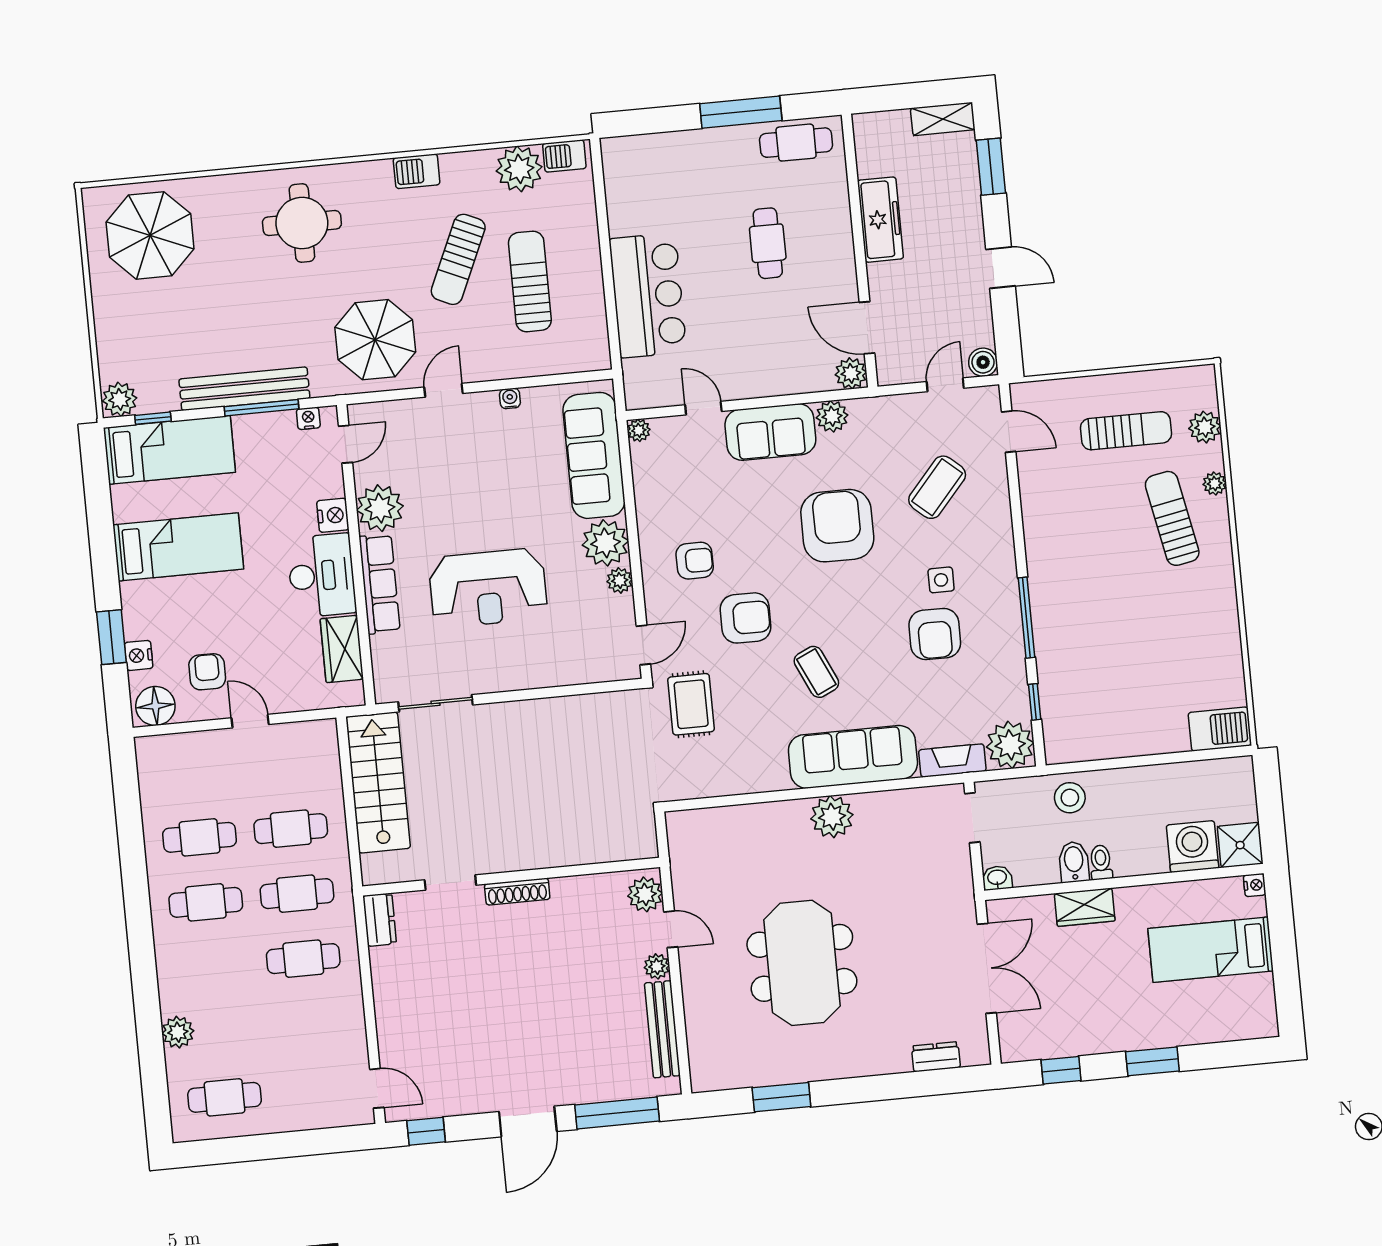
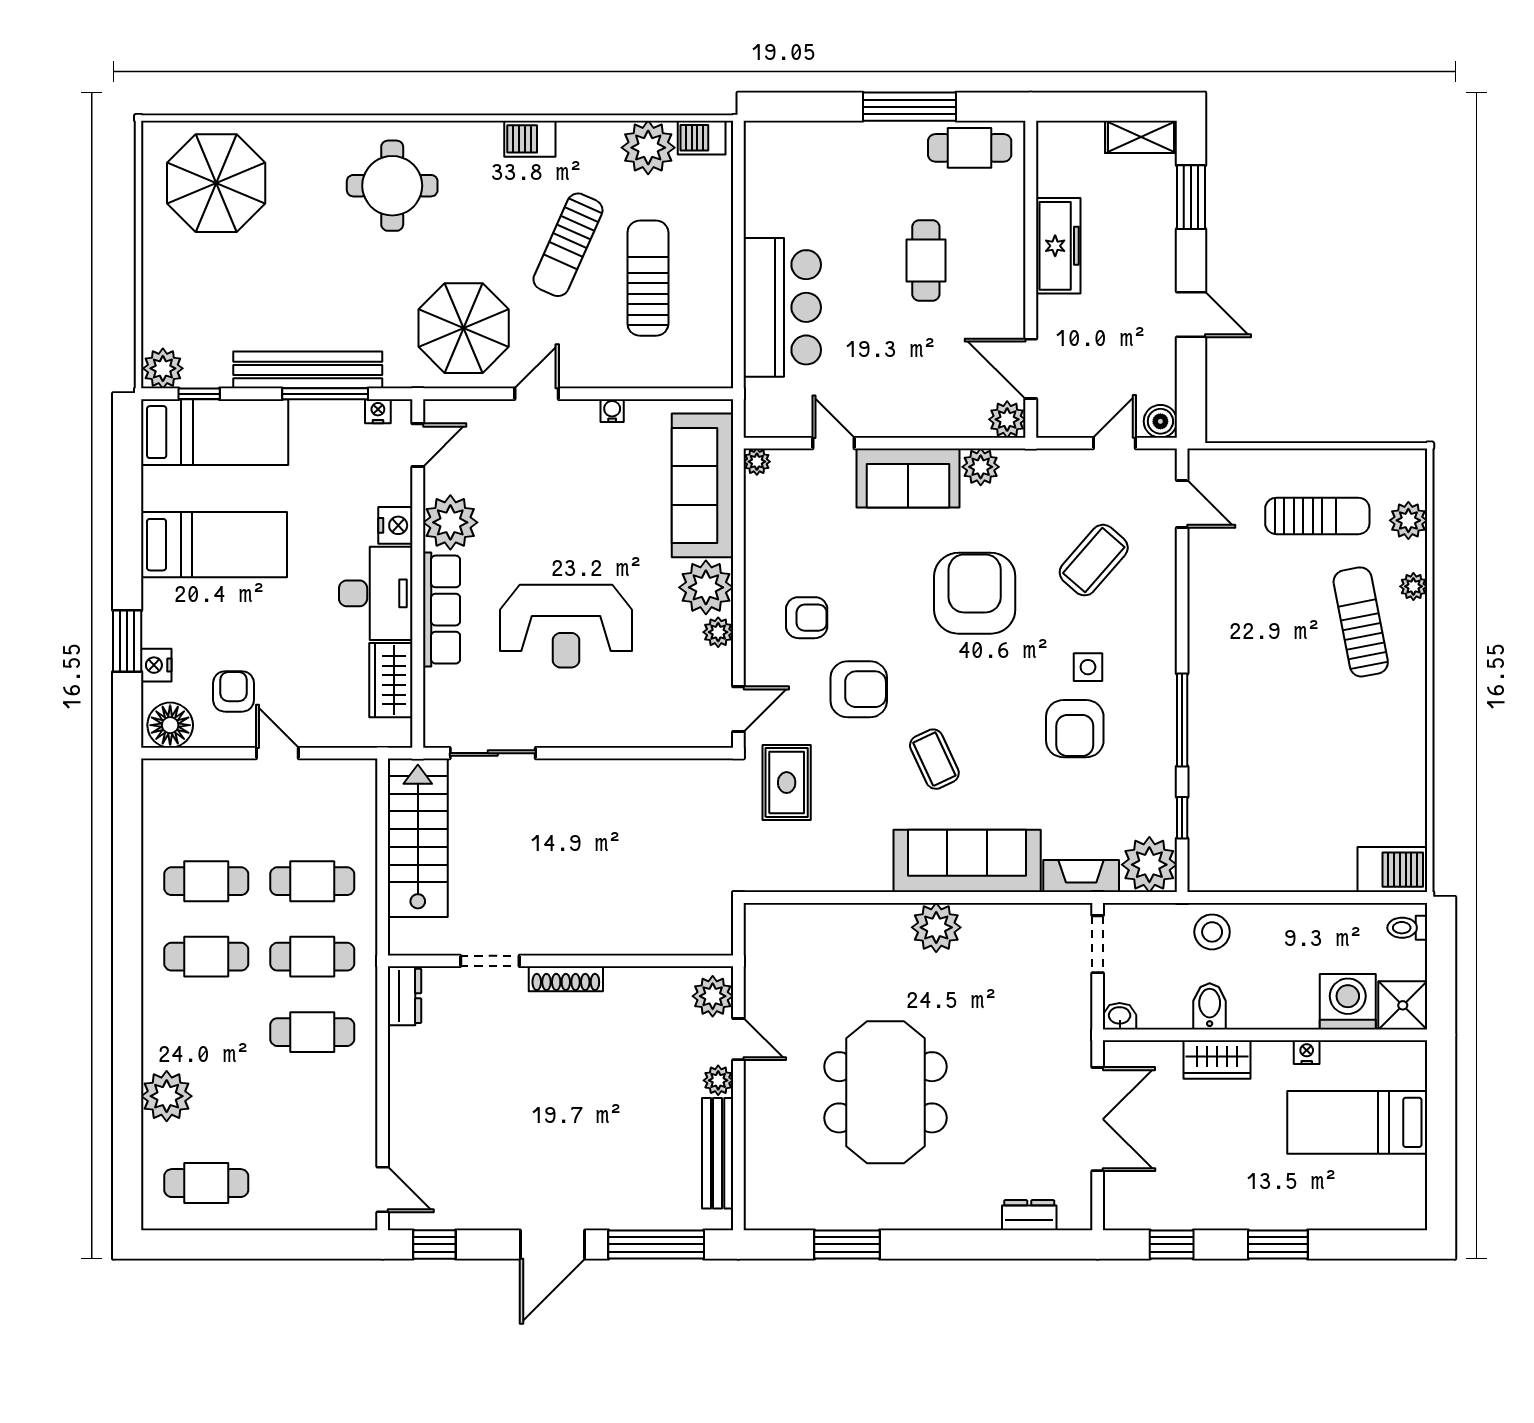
toilet: (1101, 862) -> (1407, 928), moved, turned -90
nightstand: (1255, 885) -> (1307, 1052), moved, turned -90
plant: (178, 1032) -> (167, 1096), width x1.36, depth x1.36

